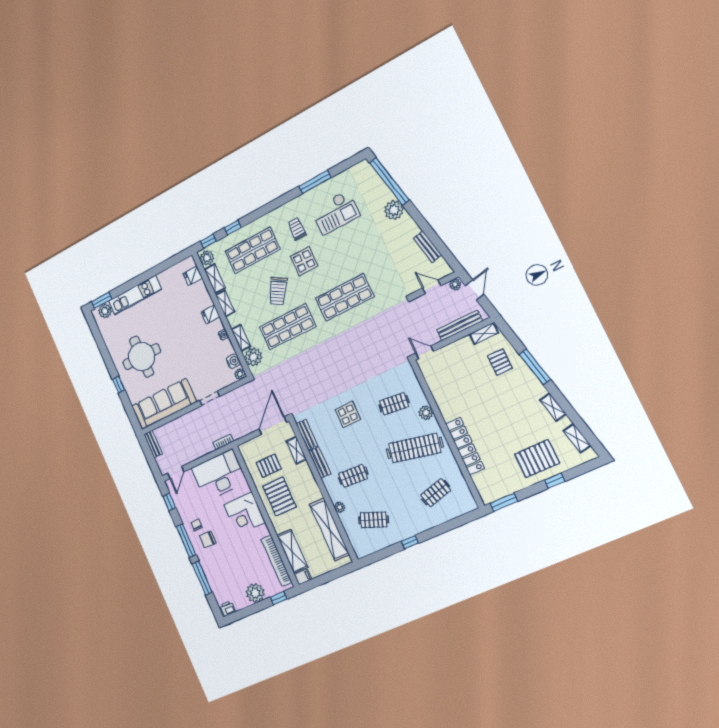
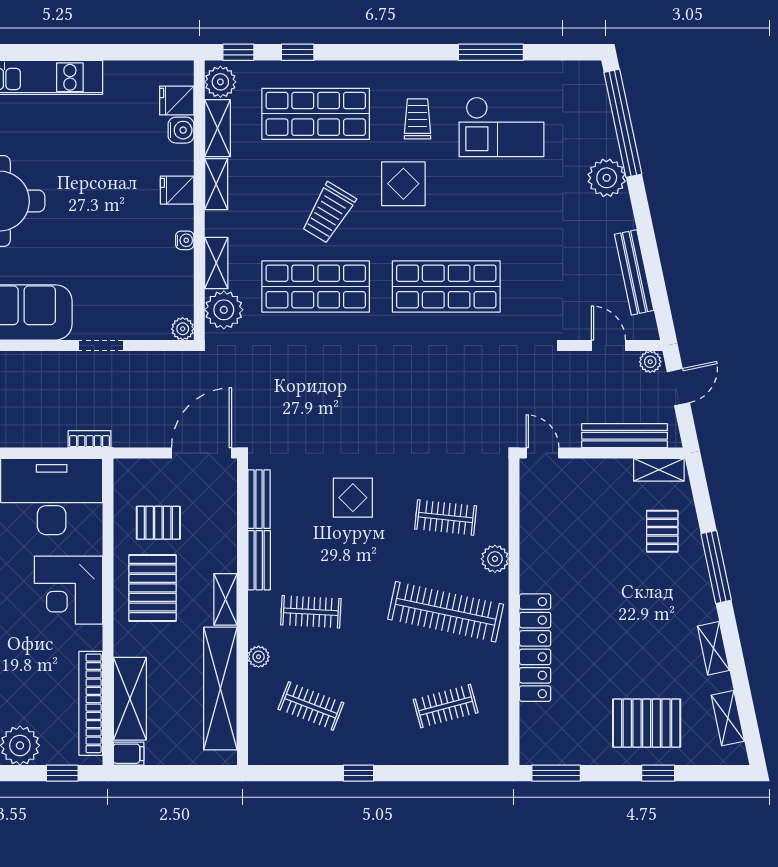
bench: (427, 247) -> (634, 272), width x1.36
water cooler: (233, 361) -> (181, 130), moved
shelving: (296, 450) -> (225, 599), moved

